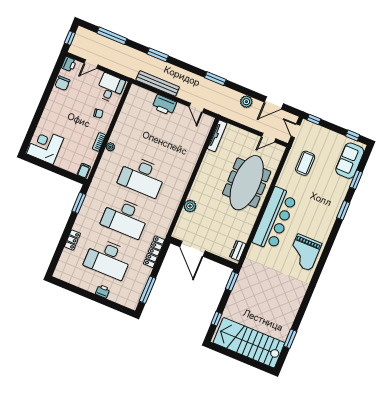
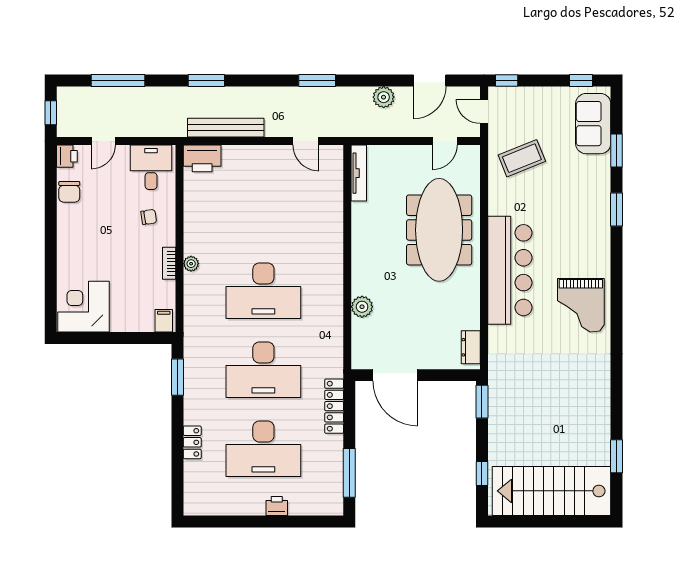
printer: (164, 105) -> (202, 158), moved
coffee table: (305, 163) -> (522, 158), turned 68

